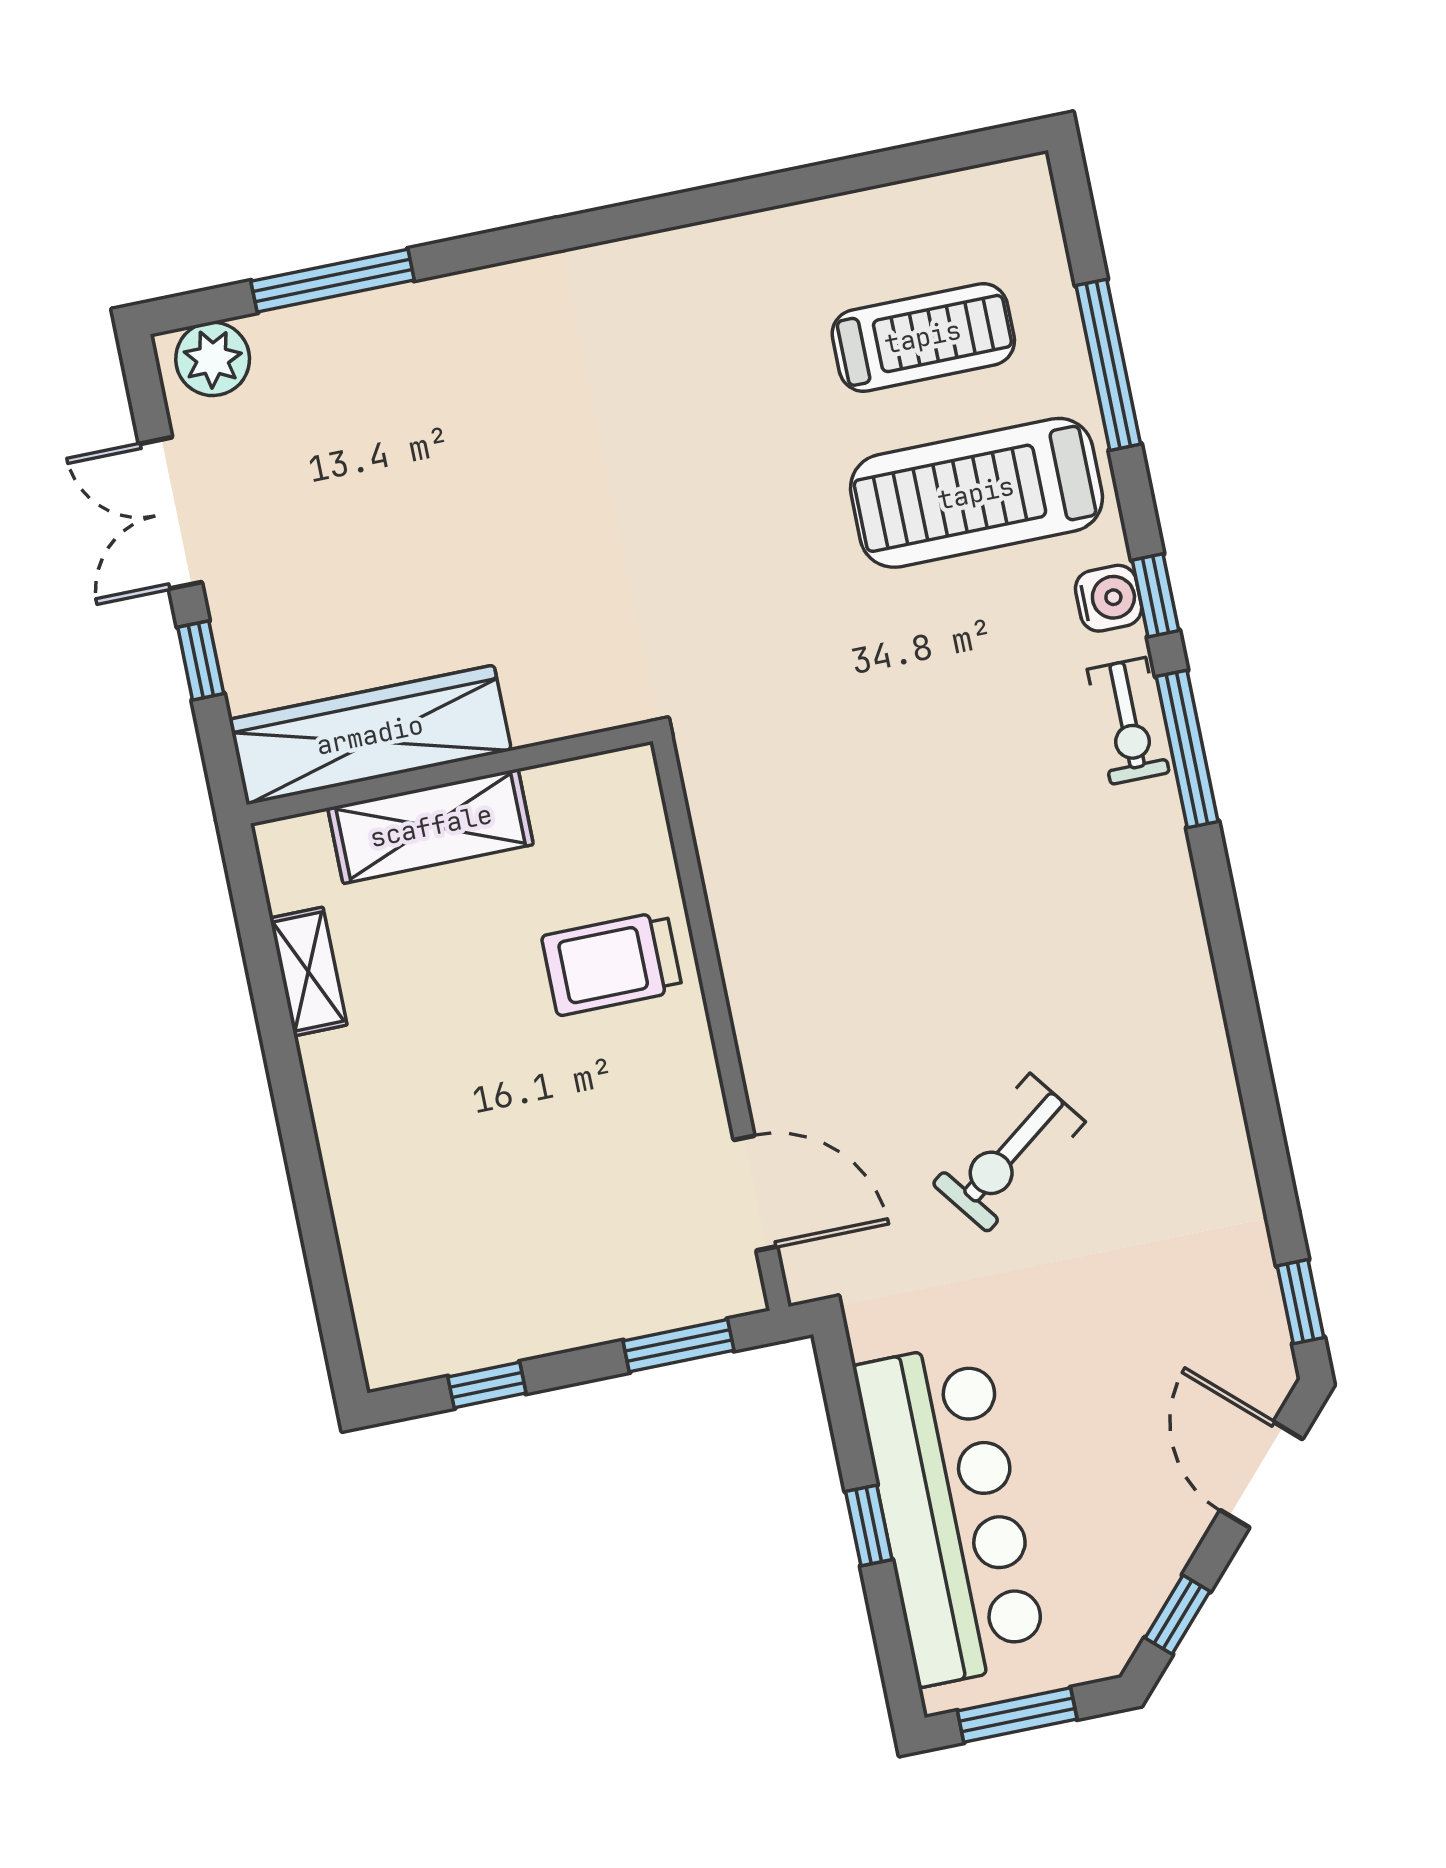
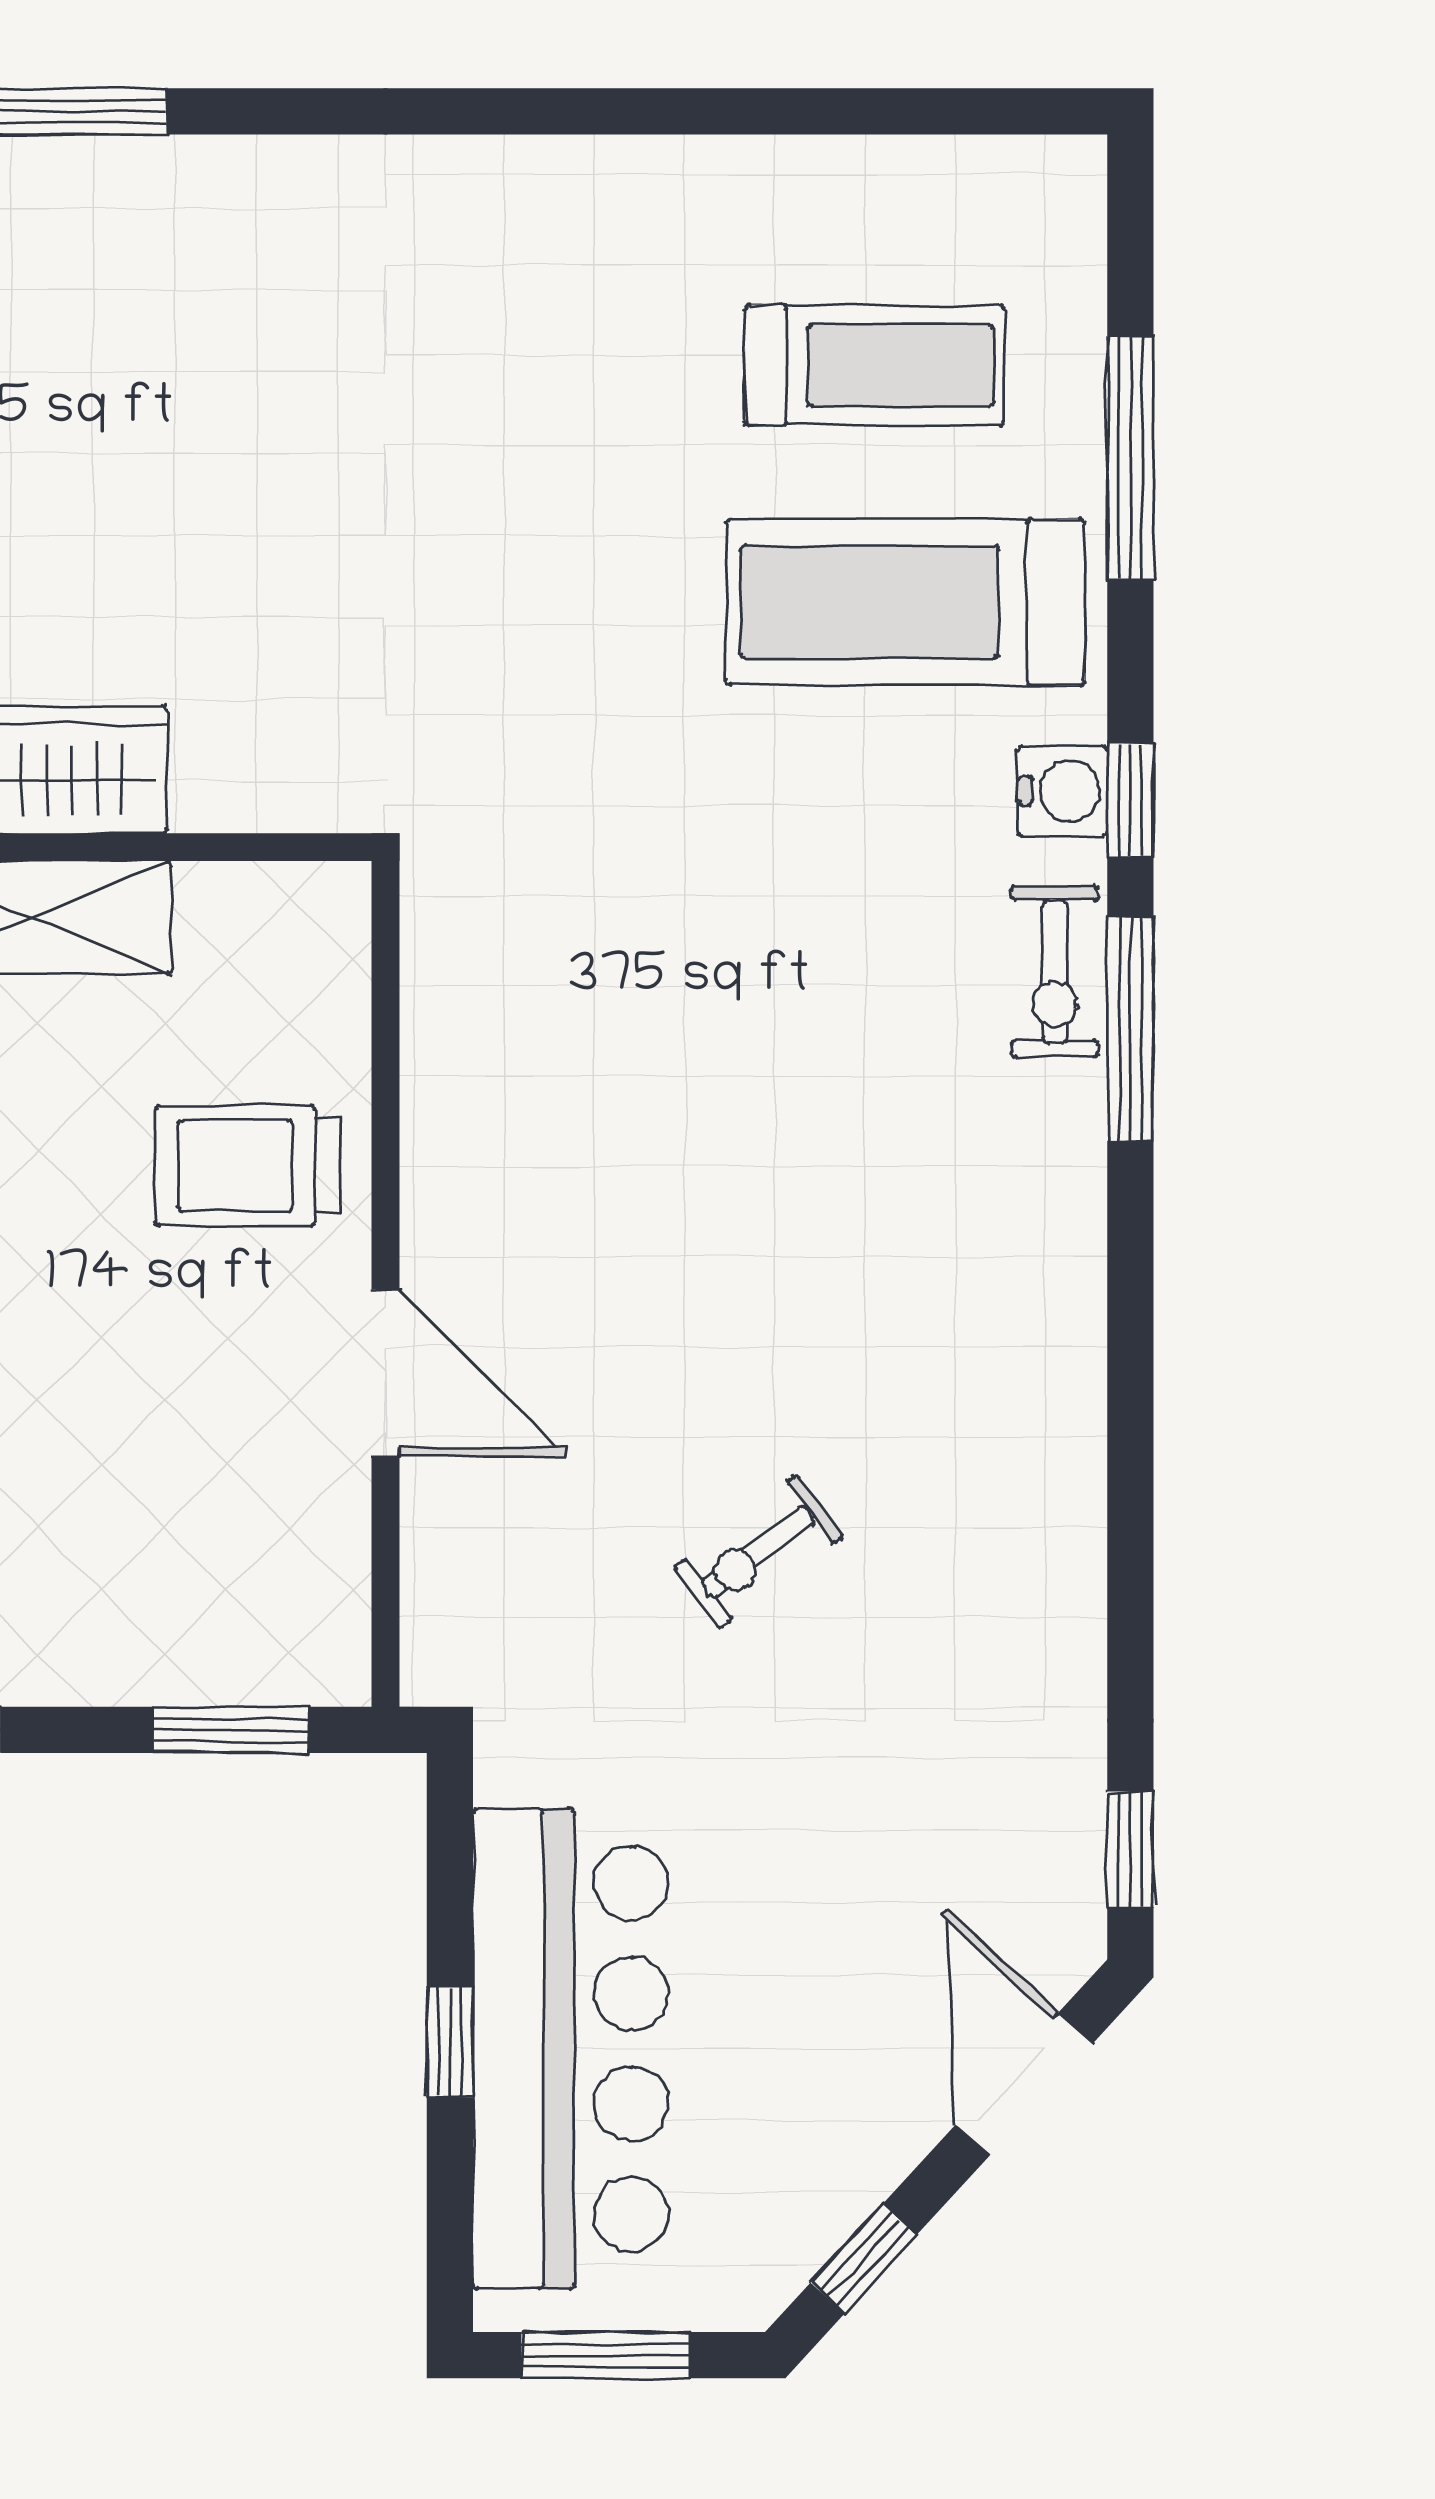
exercise bike: (1009, 1153) -> (758, 1552), width x0.73, depth x0.72
door: (755, 1193) -> (386, 1373), moved

